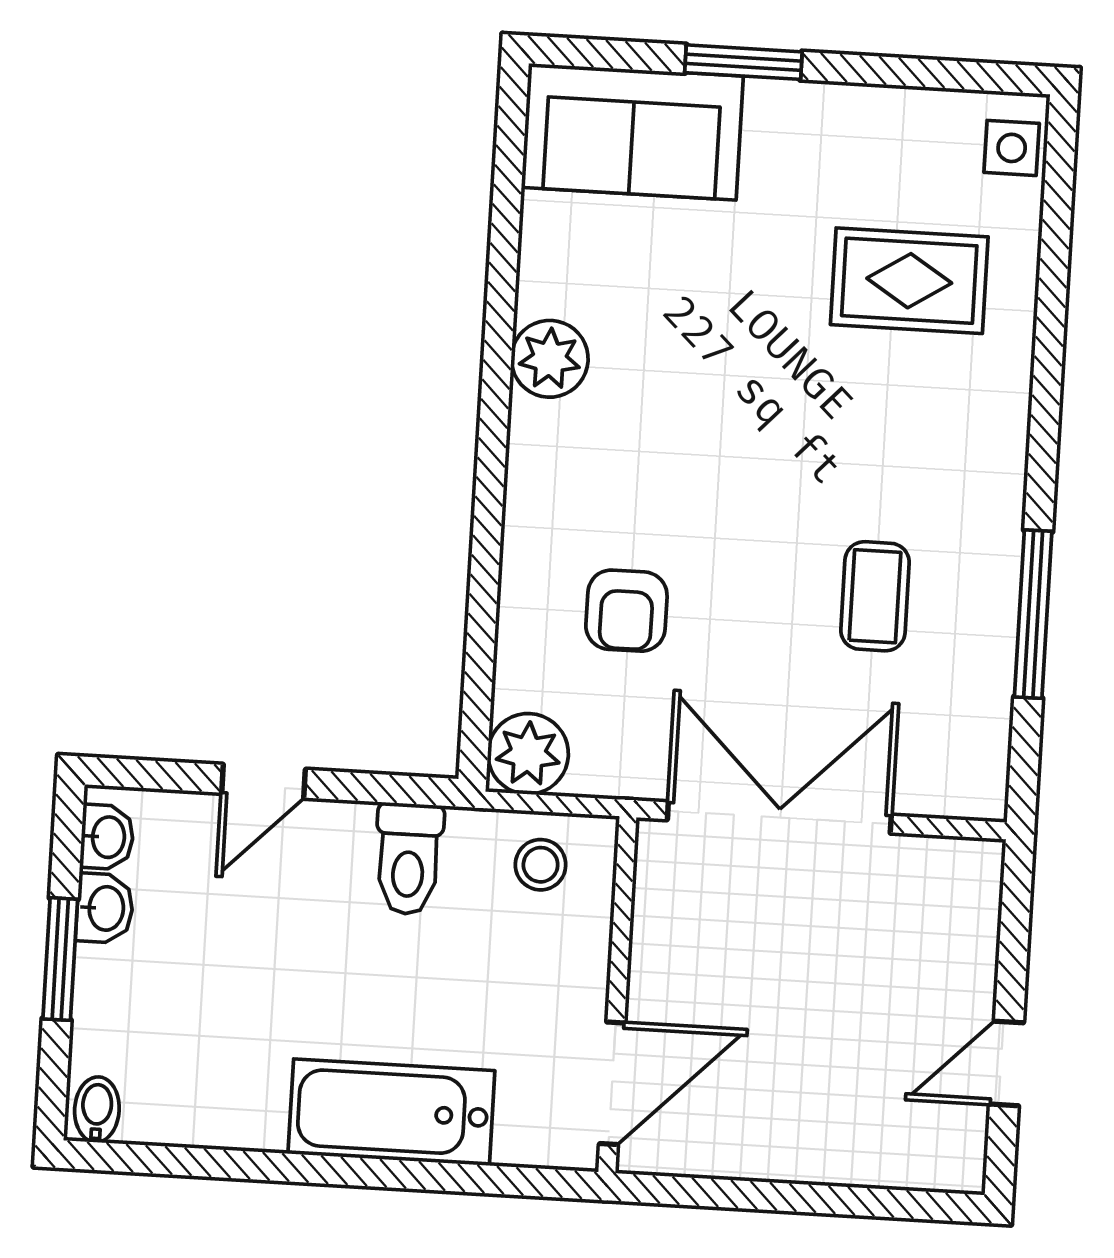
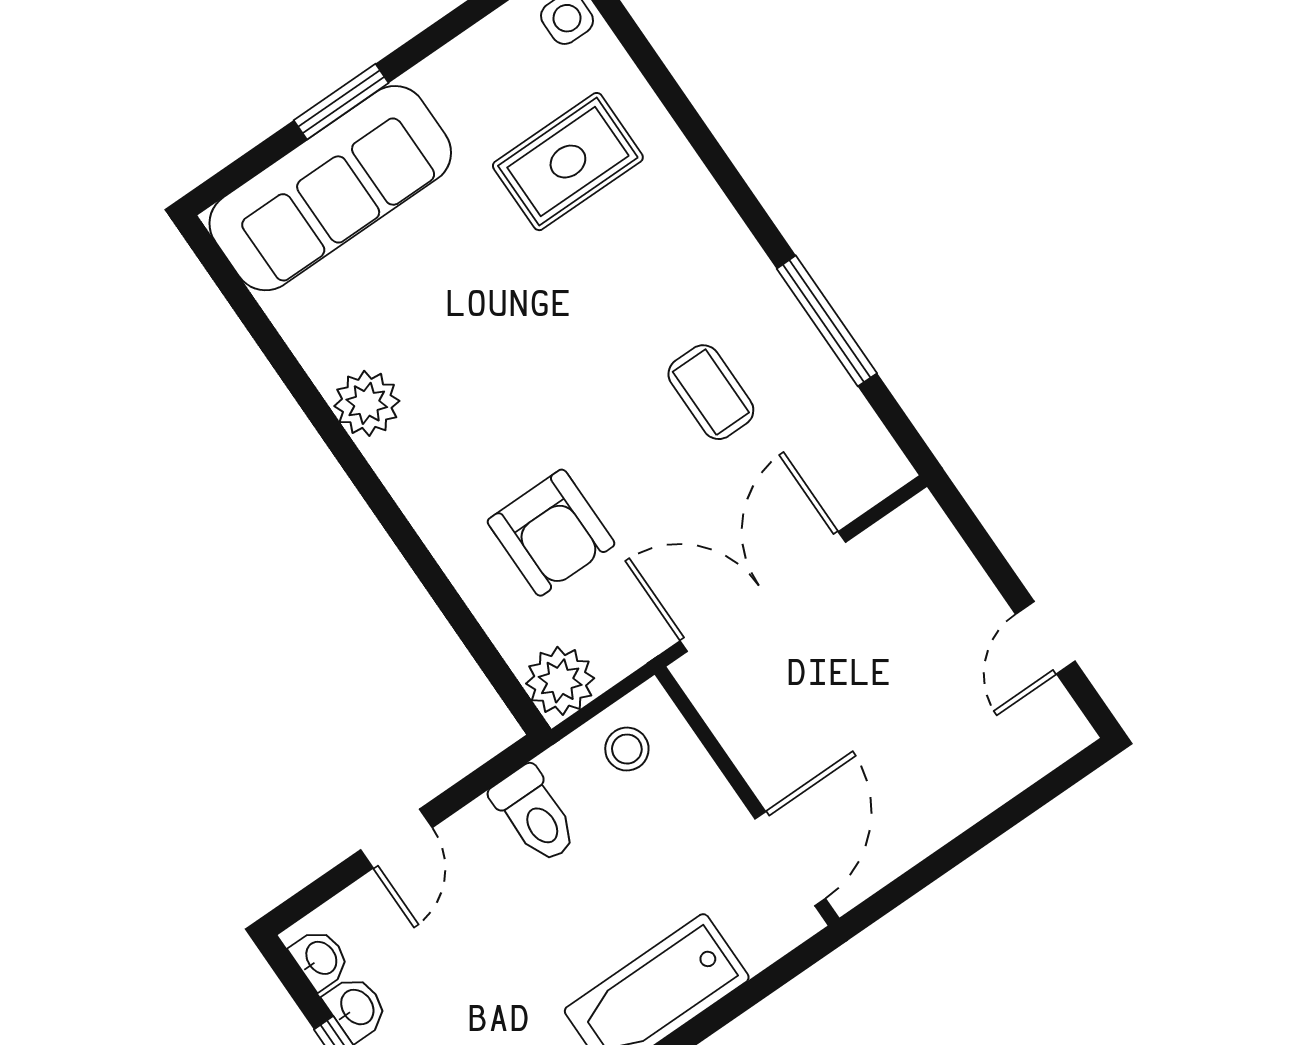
sofa: (632, 132) -> (330, 188), width x1.36
armchair: (626, 611) -> (551, 533), width x1.38, depth x1.38

